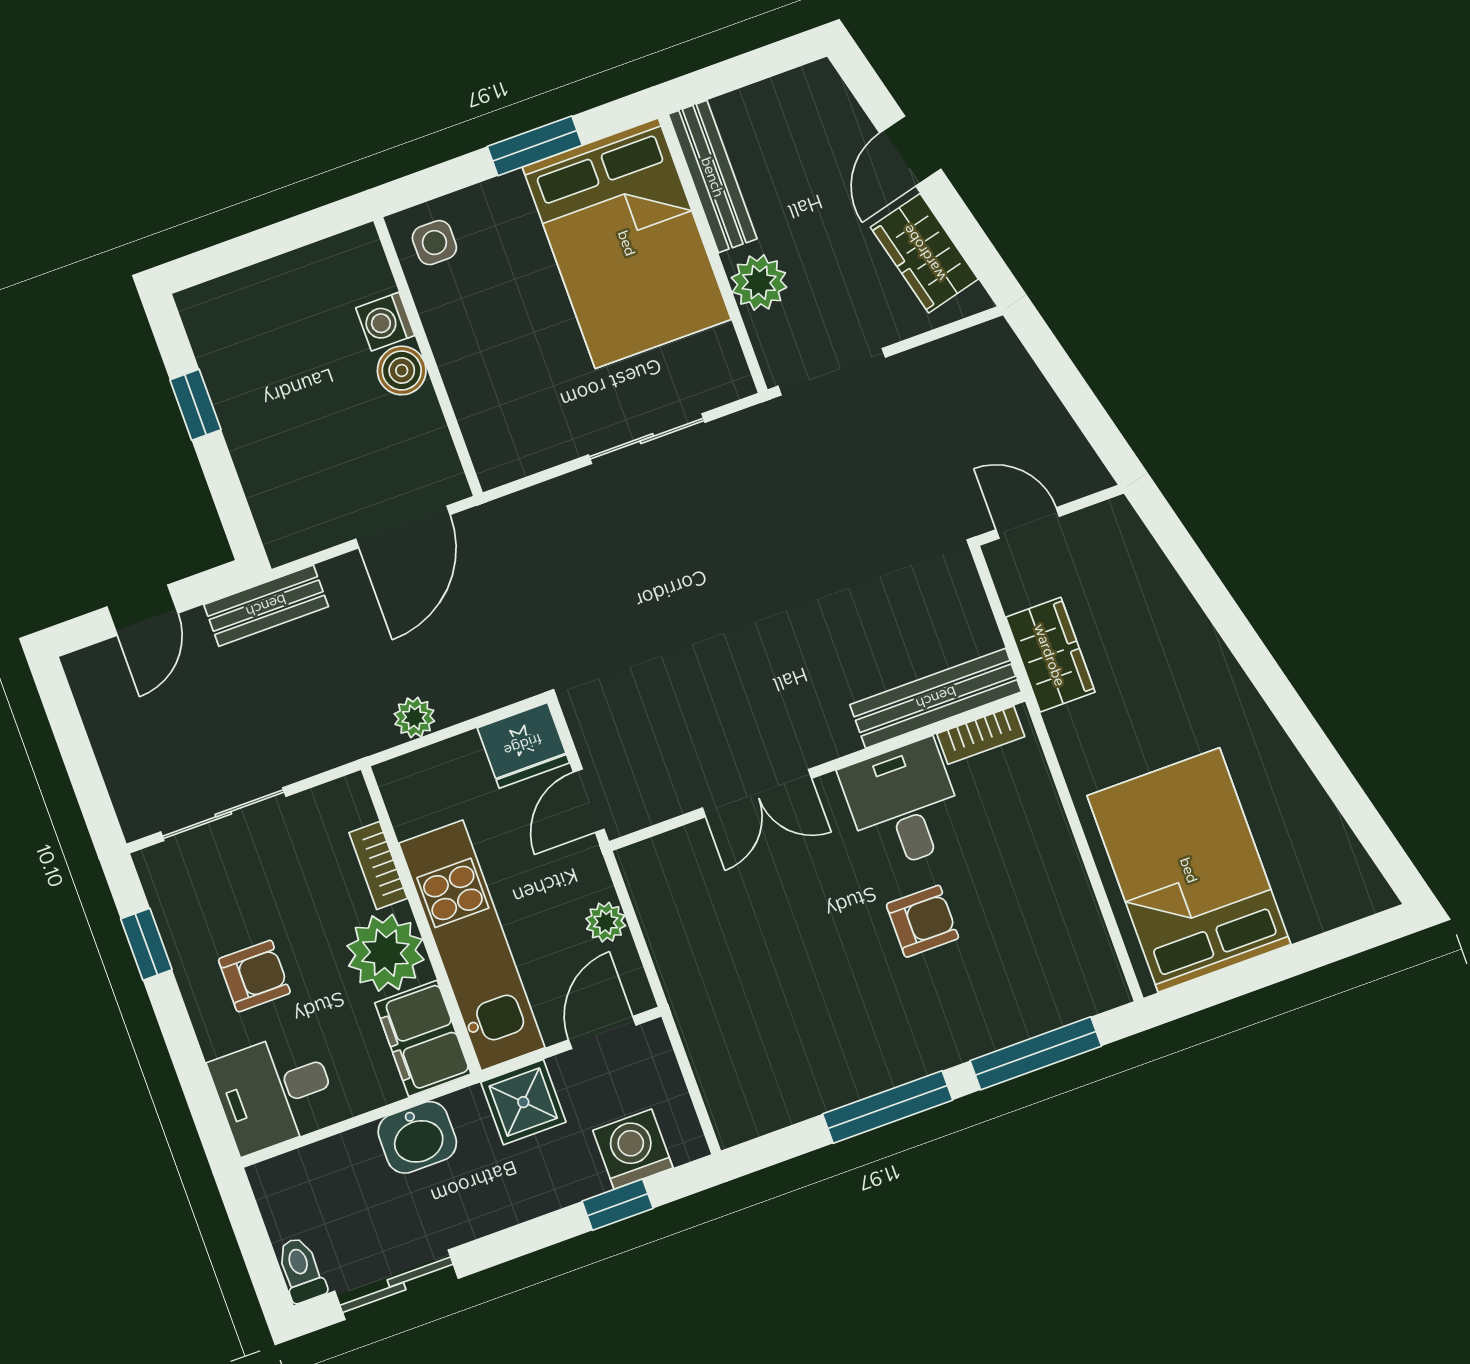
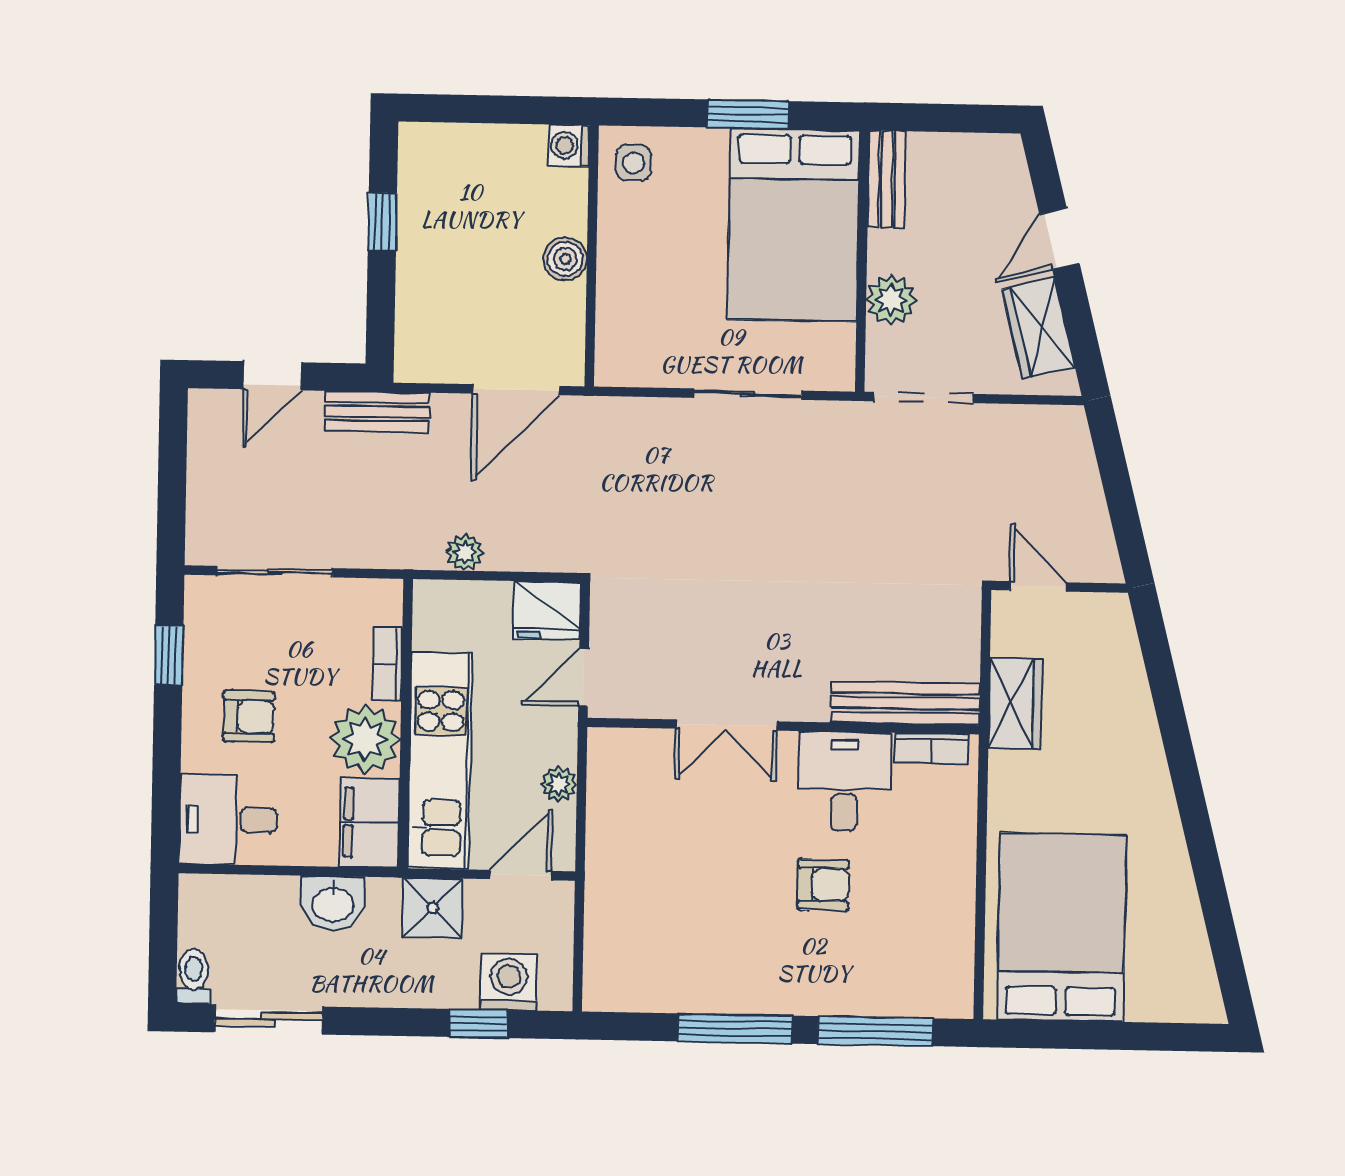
bench: (713, 177) -> (887, 179), width x0.73
washing machine: (385, 322) -> (569, 145), moved

